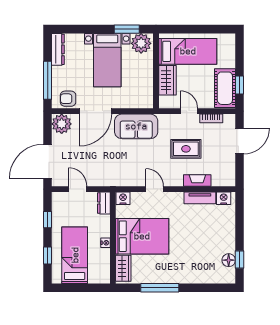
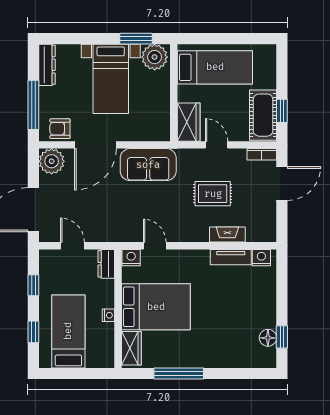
wardrobe: (167, 80) -> (189, 122), moved
bookcase: (211, 118) -> (262, 154), moved
door: (155, 189) -> (155, 246), moved

